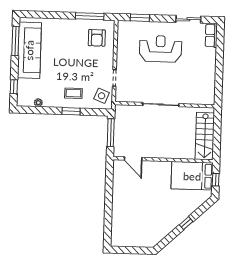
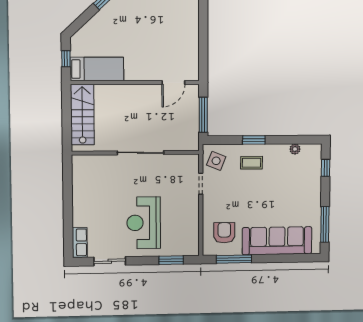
reception desk: (161, 49) -> (144, 223), turned 90
sofa: (29, 50) -> (277, 241), moved, turned 90
door: (133, 159) -> (173, 82), swing flipped
bed: (192, 176) -> (97, 69), width x0.67

